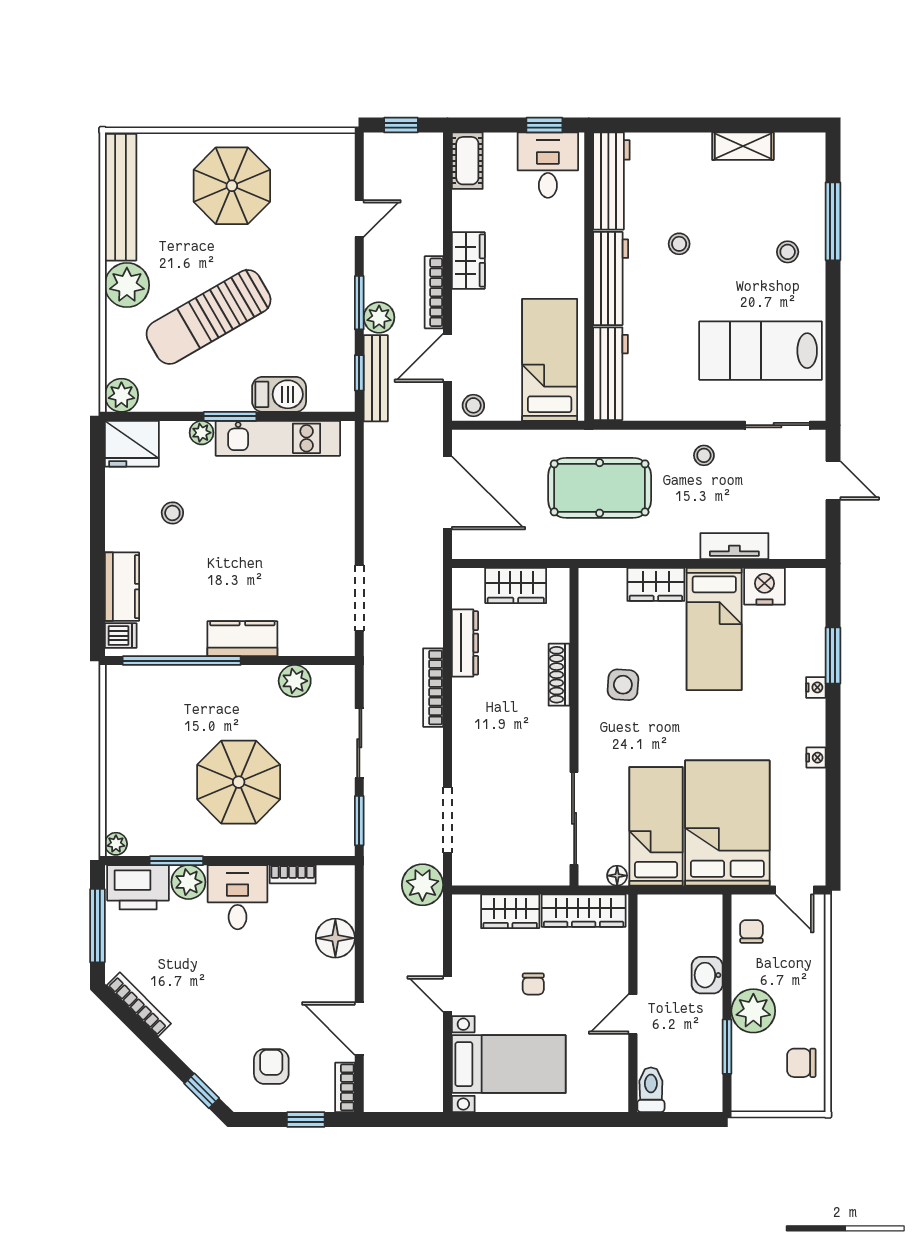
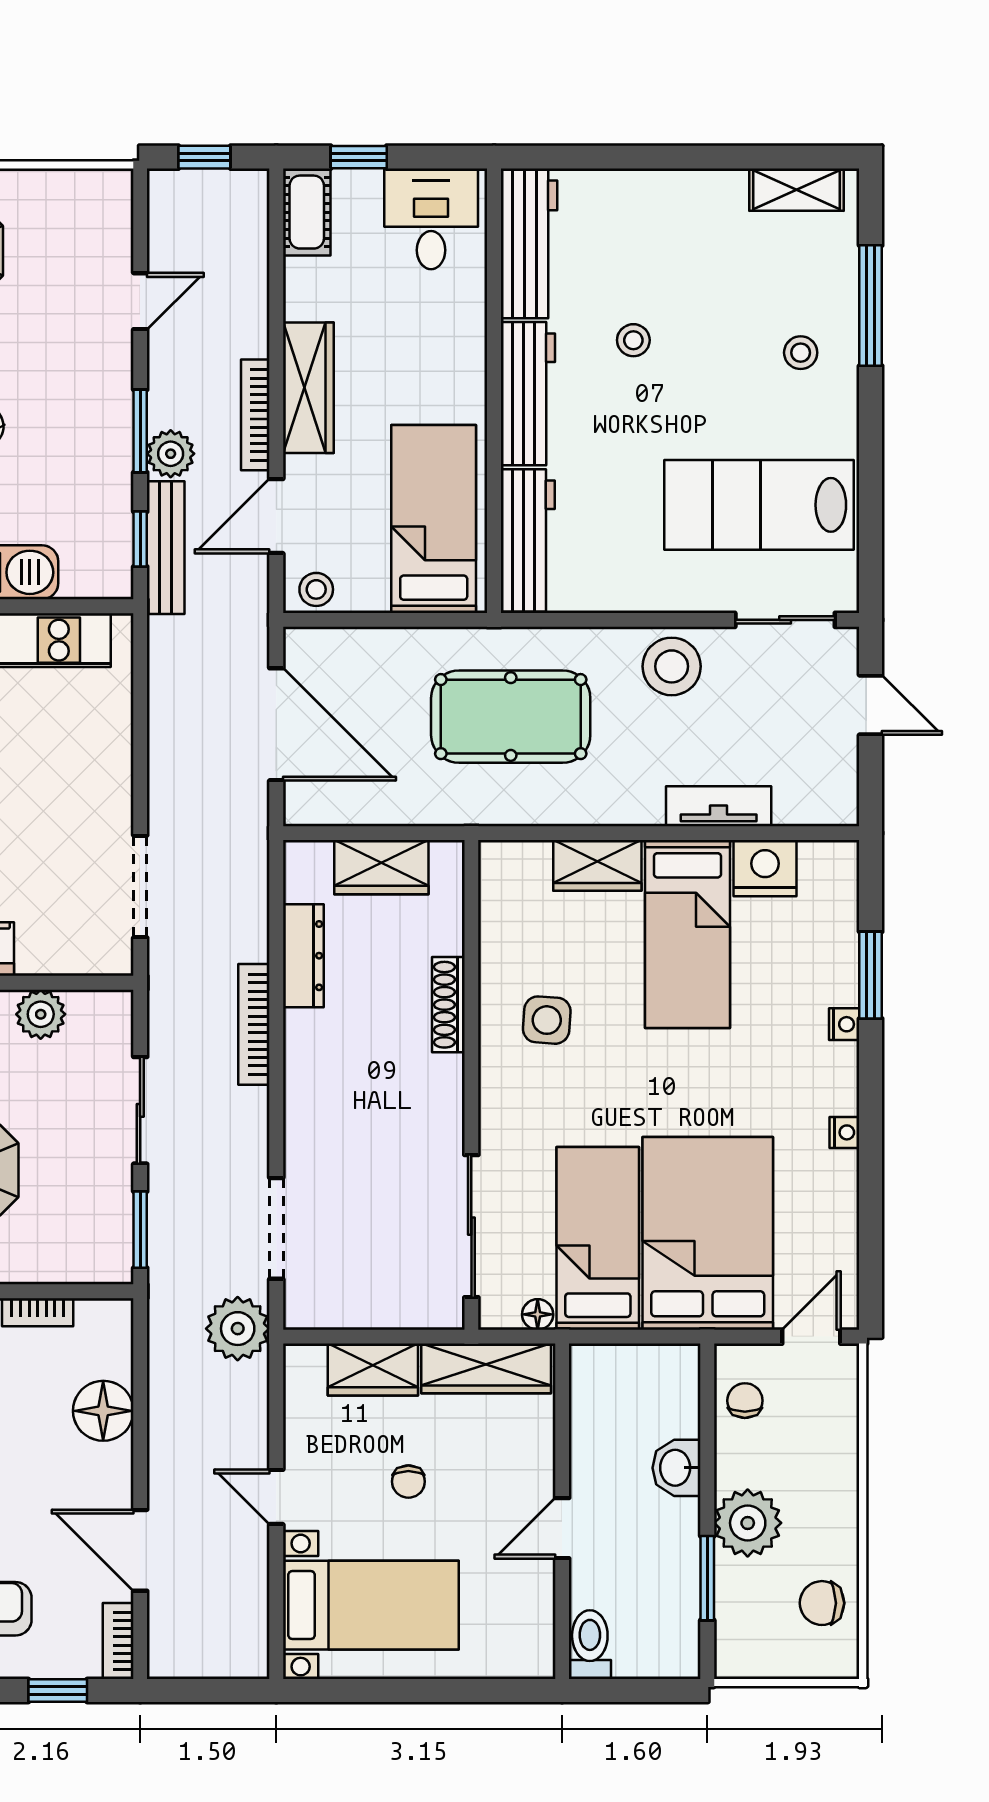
window: (544, 125) -> (359, 157), moved
shelving: (743, 146) -> (796, 190), moved
wardrobe: (468, 261) -> (308, 388), width x1.50
stool: (704, 455) -> (672, 666), width x1.89, depth x1.89
door: (794, 890) -> (811, 1337), swing flipped

